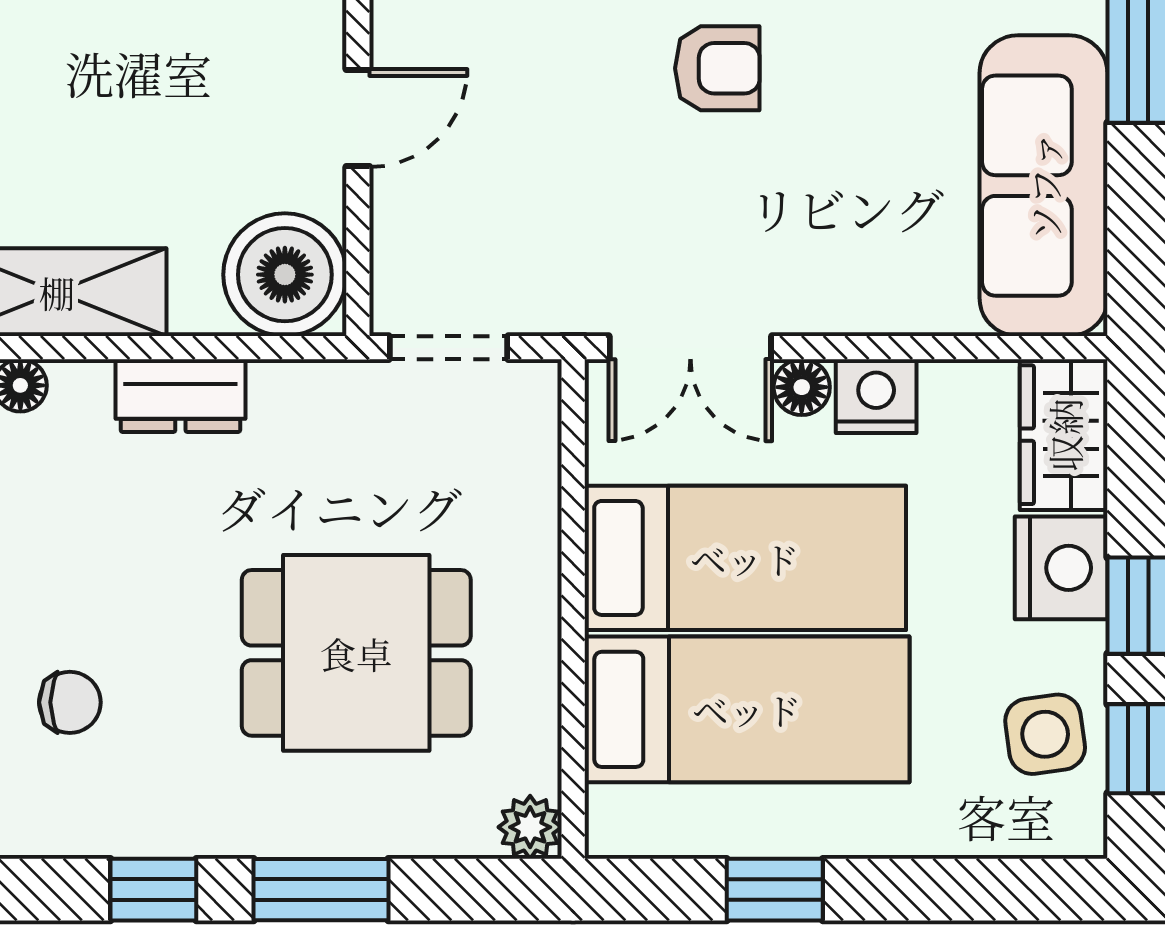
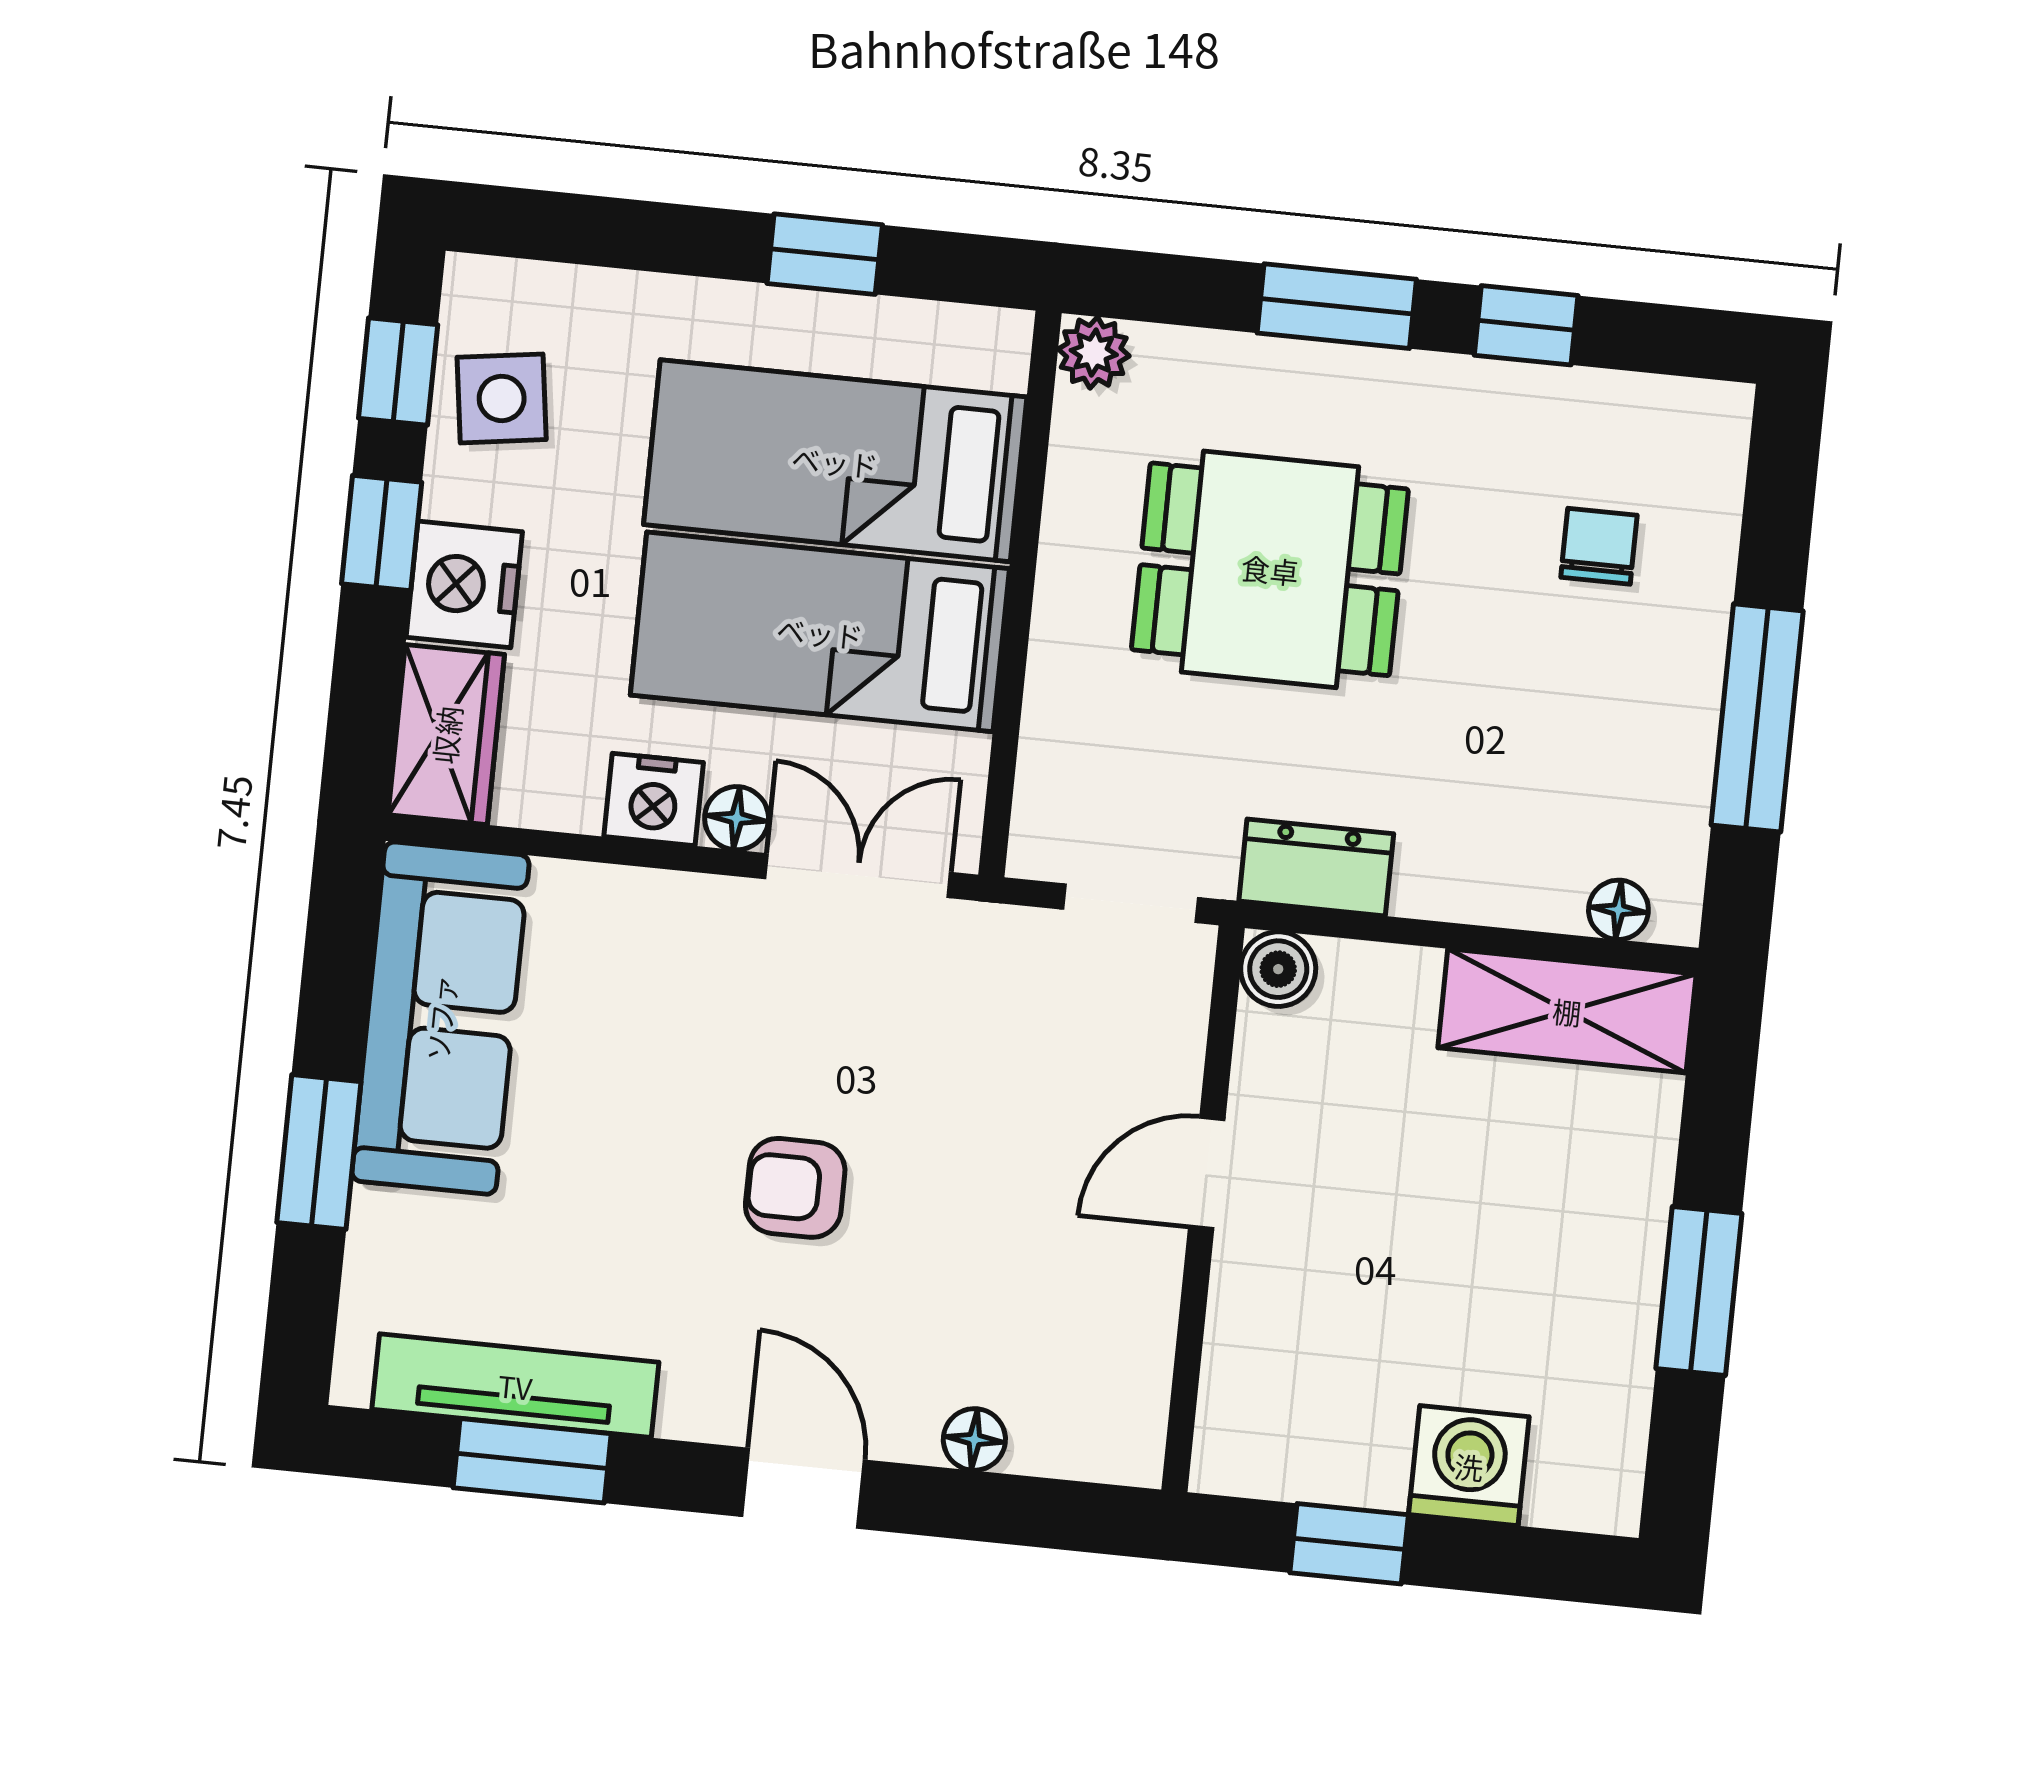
boiler: (285, 275) -> (1278, 969), width x0.54, depth x0.54
dresser: (180, 396) -> (1316, 867), moved
chair: (70, 702) -> (1599, 546), turned 90

